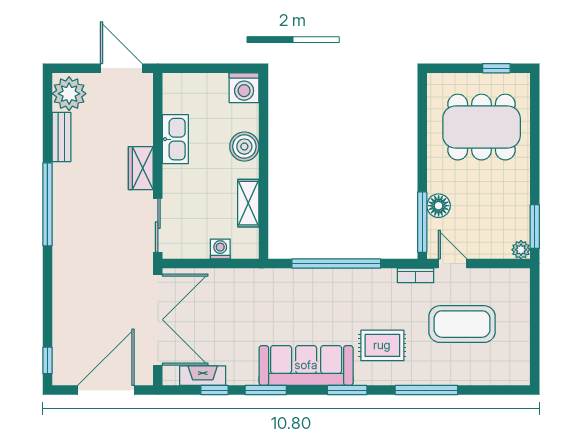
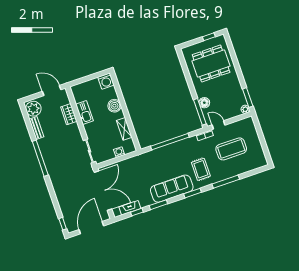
wardrobe: (141, 168) -> (69, 114), moved
rug: (382, 345) -> (201, 169), turned 90

